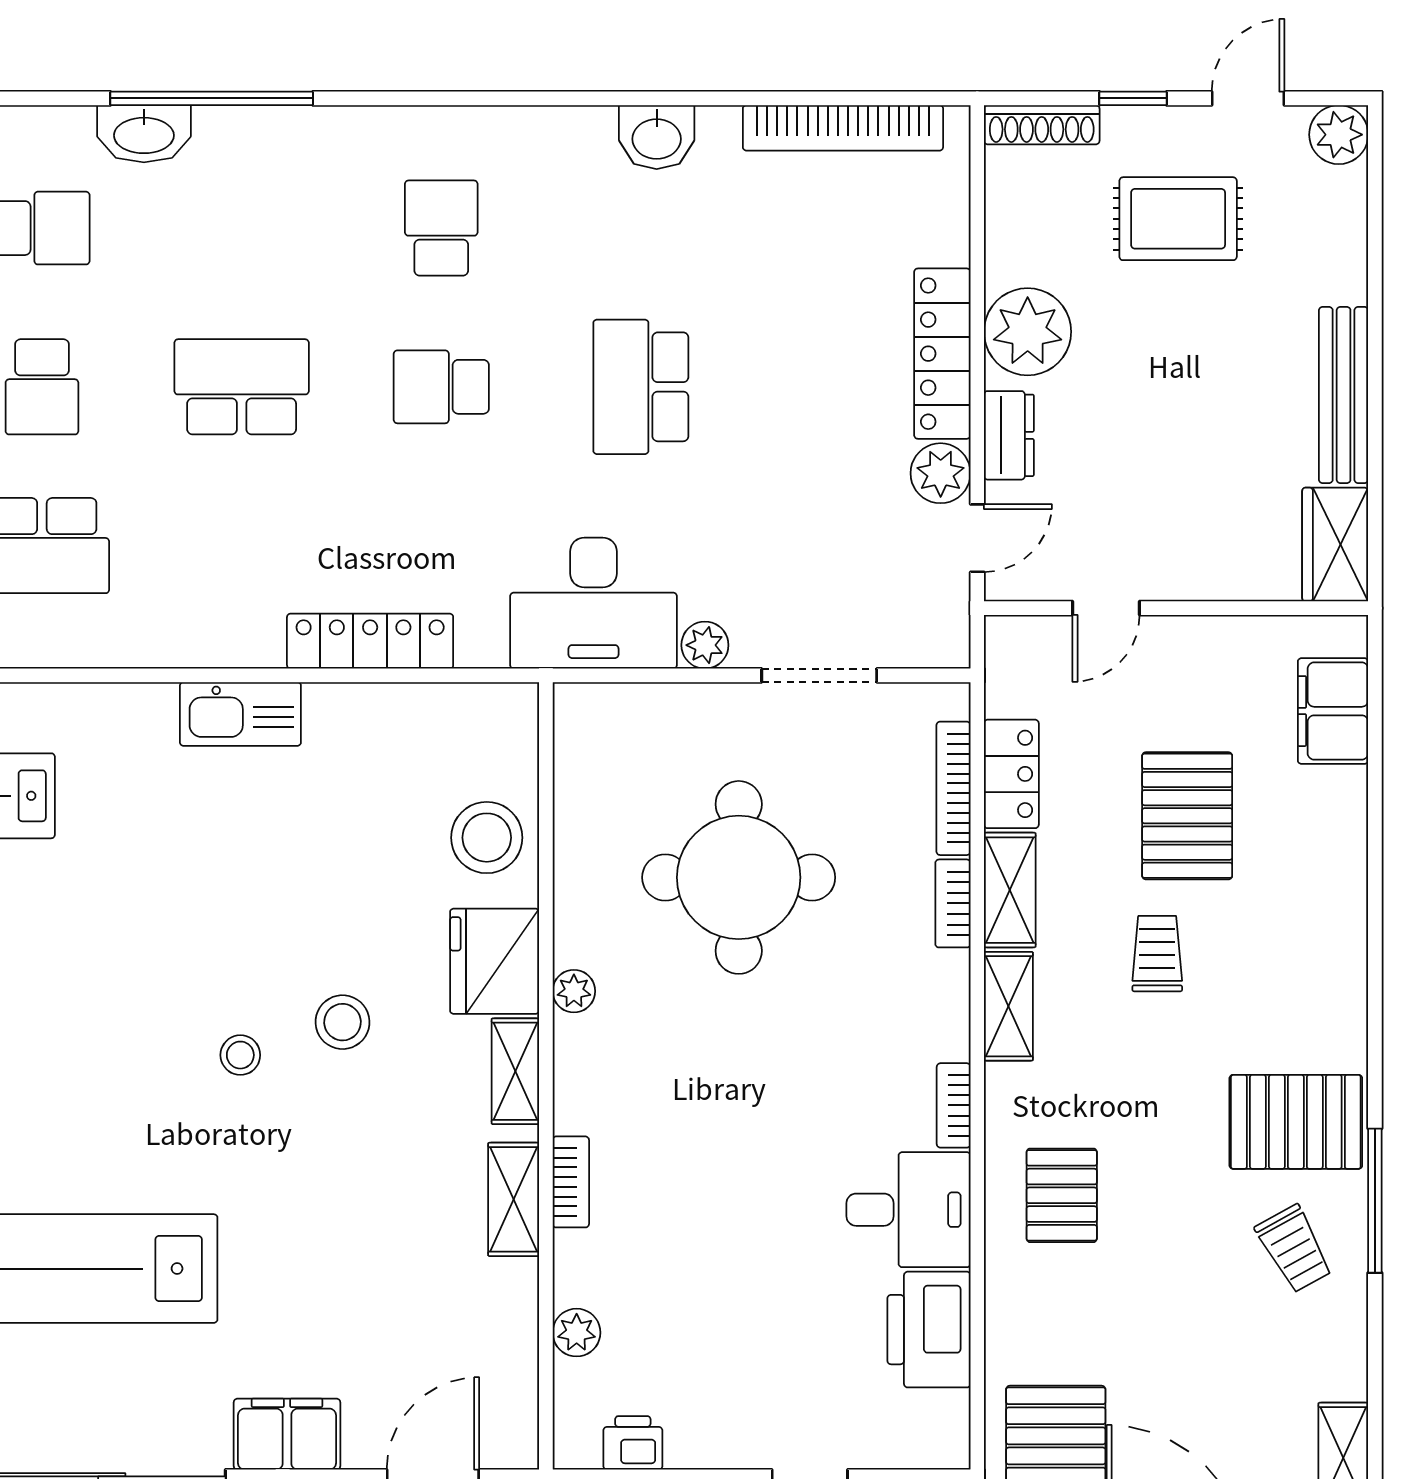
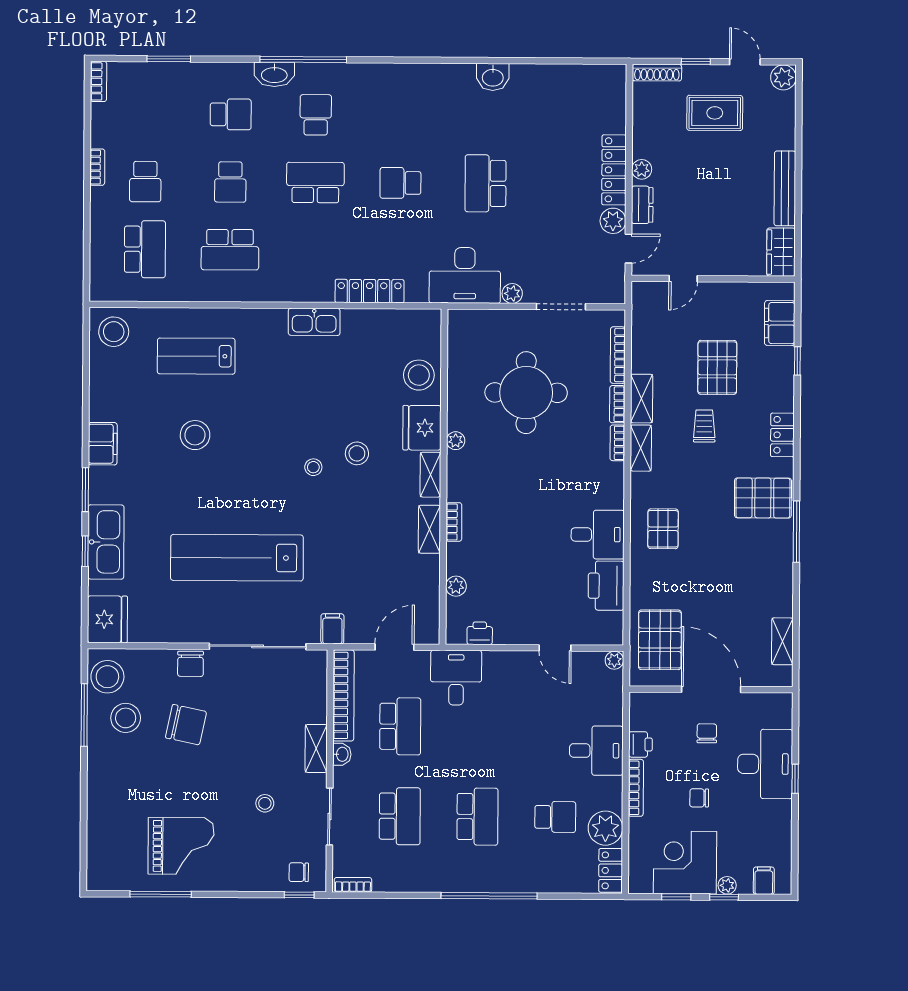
door: (1248, 98) -> (745, 62), hinge flipped
bookcase: (843, 128) -> (572, 73), removed
school desk: (441, 228) -> (316, 115), moved
plant: (1028, 332) -> (642, 169), width x0.53, depth x0.53
locker: (1011, 774) -> (782, 435), moved, turned 180
window: (1375, 800) -> (797, 361), added
bookcase: (954, 1105) -> (617, 443), moved
trolley: (1294, 1249) -> (762, 552), removed
filing cabinet: (287, 1434) -> (332, 629), width x0.50

